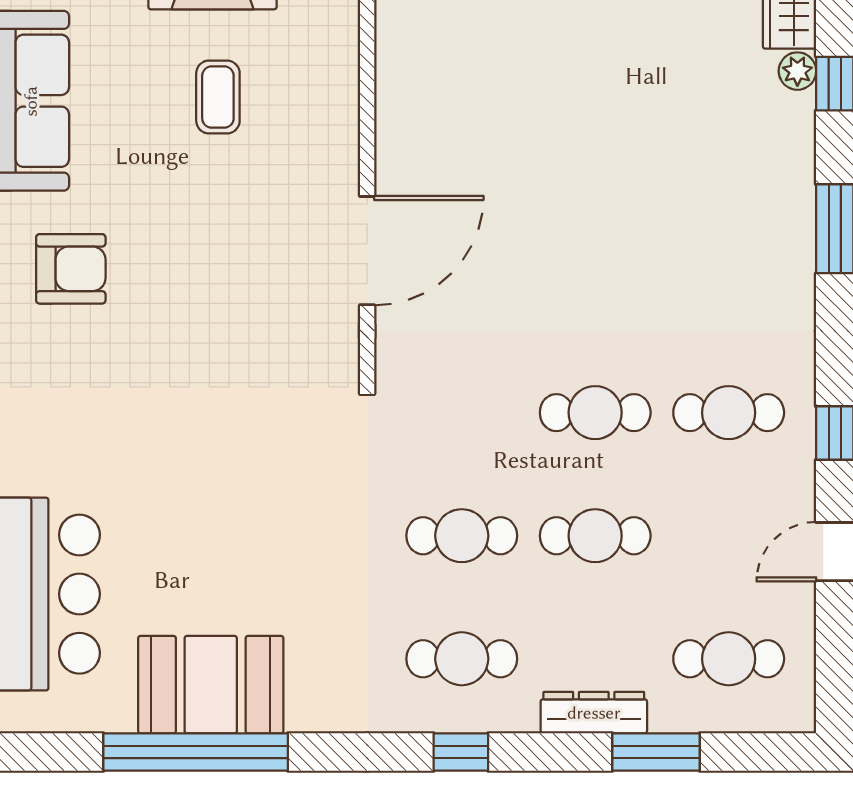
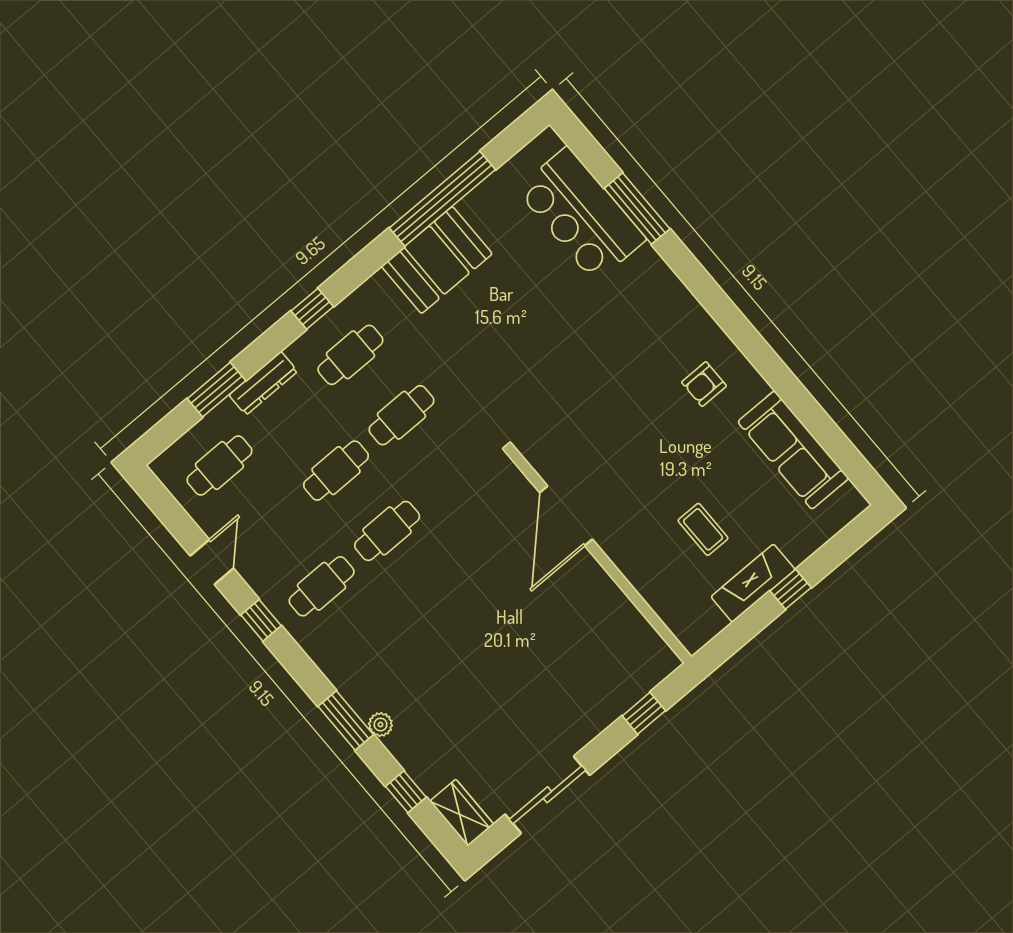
plant: (797, 71) -> (380, 725), moved
armchair: (71, 269) -> (704, 384), width x0.72, depth x0.72
booth: (211, 685) -> (437, 260), moved

